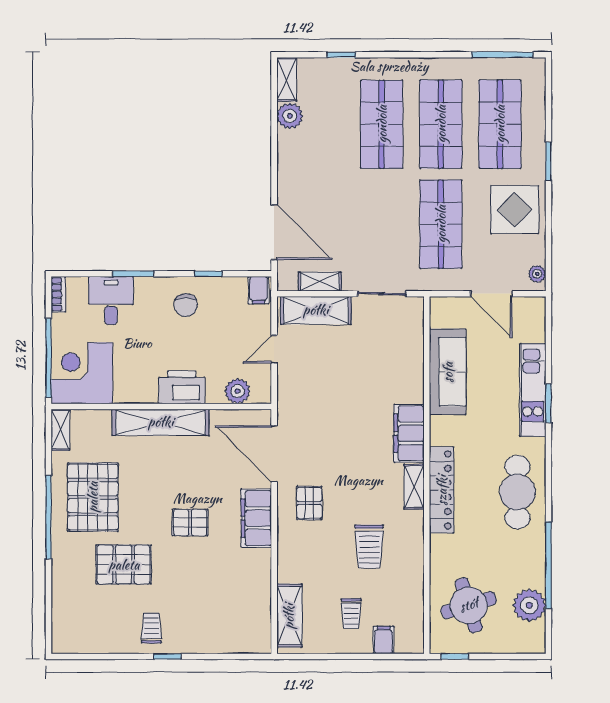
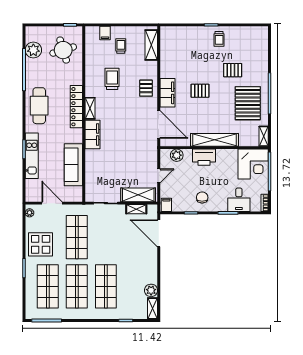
pallet: (309, 503) -> (146, 88), moved
pallet: (124, 565) -> (233, 70), width x0.67, depth x0.71

